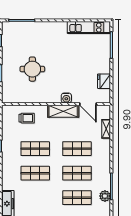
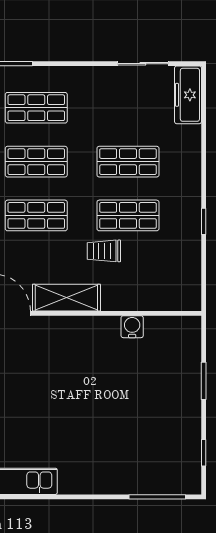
round table: (32, 69) -> (134, 390), removed
water cooler: (66, 98) -> (132, 327), moved
trolley: (27, 118) -> (104, 251), moved

